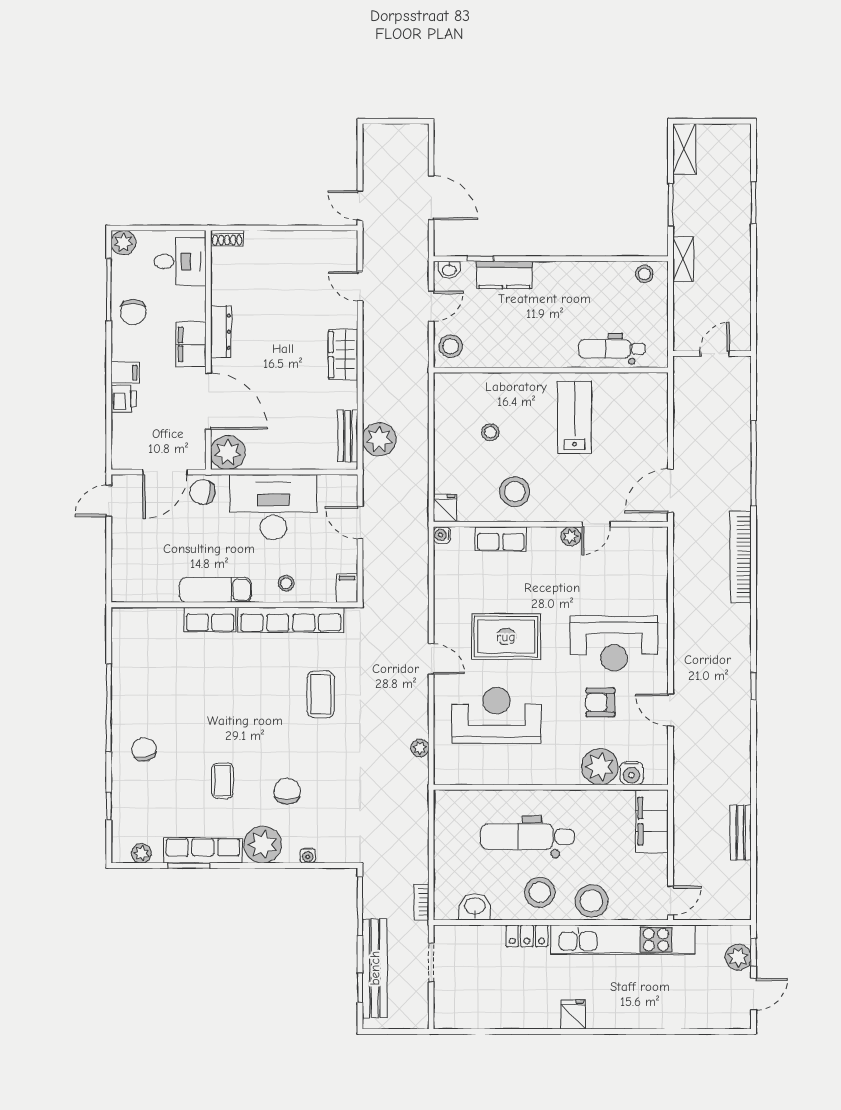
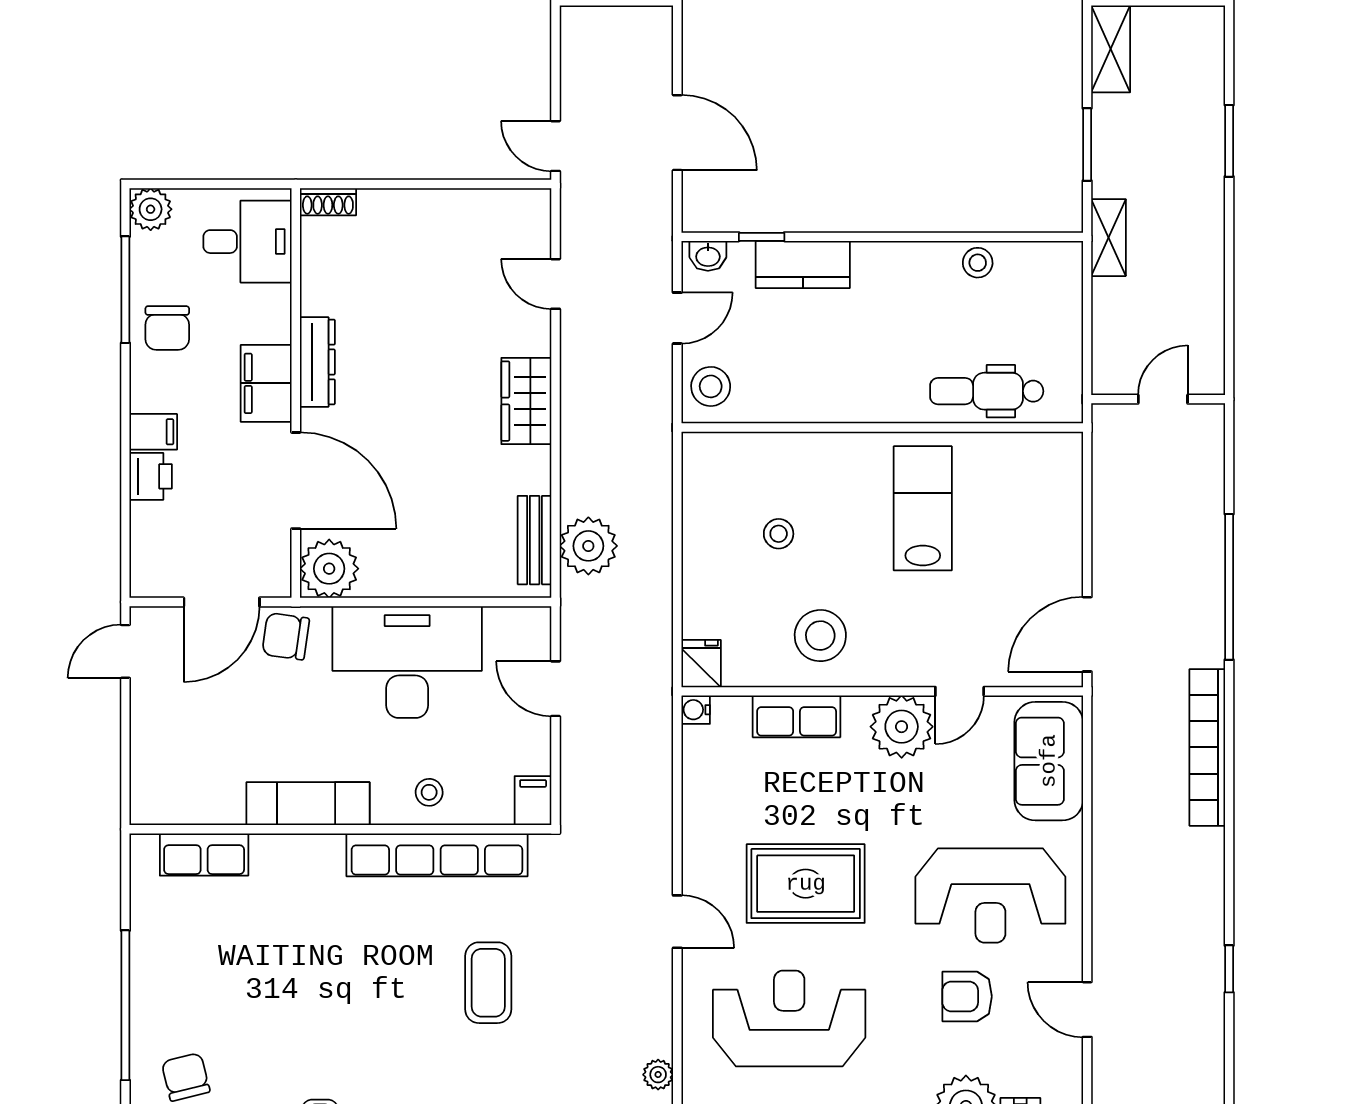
stool: (644, 274) -> (978, 263), moved
plant: (571, 536) -> (902, 727), width x1.88, depth x1.88
sofa: (648, 565) -> (1049, 761), added
row of seats: (210, 620) -> (204, 855), moved

